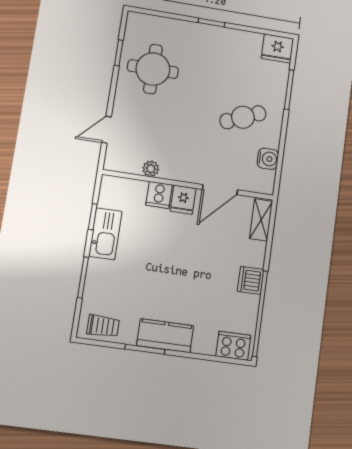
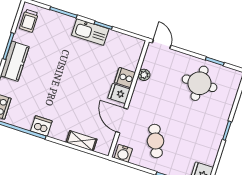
plant: (151, 169) -> (144, 75), moved
wall: (188, 185) -> (129, 99), moved
door: (220, 190) -> (122, 120), moved
cooker: (159, 195) -> (125, 78), moved
fridge: (183, 200) -> (119, 94), moved

